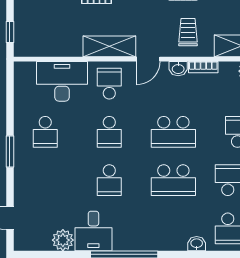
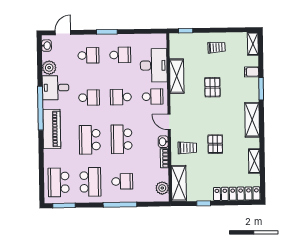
shelving: (109, 46) -> (177, 76), moved
school desk: (45, 132) -> (120, 55), turned 180
school desk: (45, 180) -> (88, 55), added
school desk: (109, 180) -> (89, 98), turned 180
piano: (156, 238) -> (52, 129), added
washbasin: (197, 244) -> (46, 46), moved

